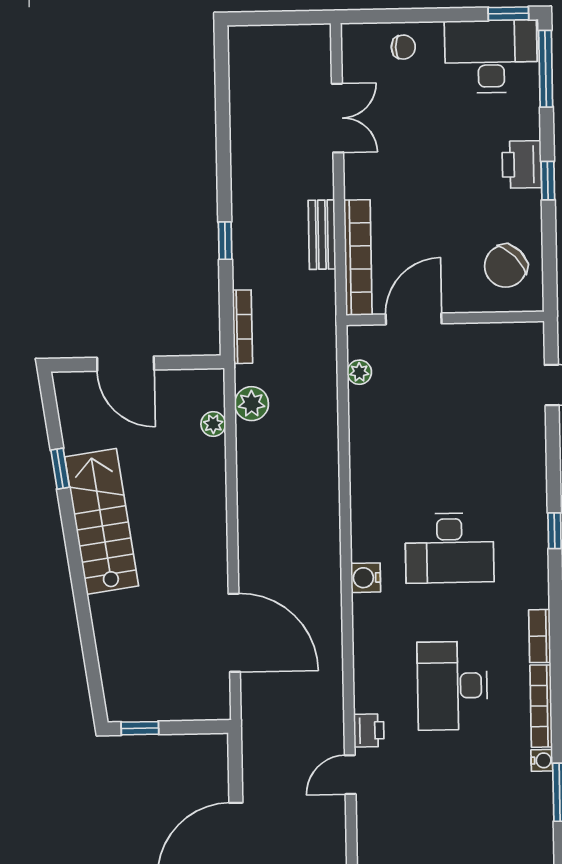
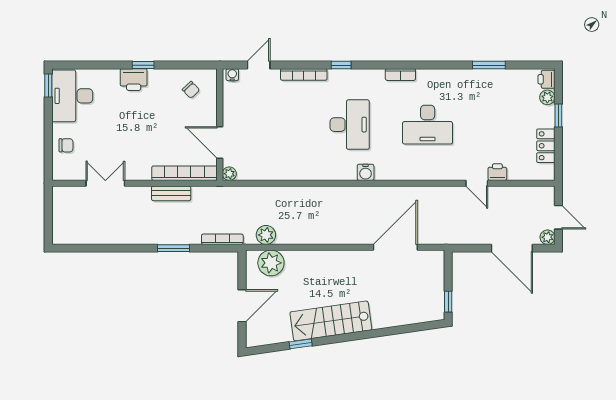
chair: (403, 47) -> (66, 145), turned 90
window: (546, 69) -> (80, 65), removed
window: (225, 241) -> (174, 248), width x1.50
chair: (506, 266) -> (191, 90), width x0.54, depth x0.54
plant: (359, 372) -> (229, 174), moved
plant: (213, 424) -> (271, 263), width x1.87, depth x1.87
bookcase: (541, 706) -> (304, 75), moved
printer: (369, 730) -> (497, 172), moved
water cooler: (542, 760) -> (232, 75), moved

